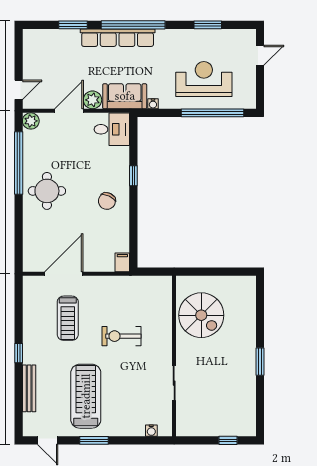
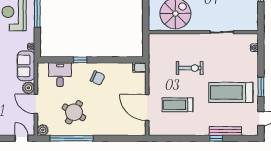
desk: (112, 129) -> (60, 75), moved
round table: (47, 191) -> (74, 112), moved, turned 31
treadmill: (68, 318) -> (177, 105), turned 180
exercise bike: (122, 336) -> (190, 68), turned -90
window: (19, 353) -> (216, 138), moved

